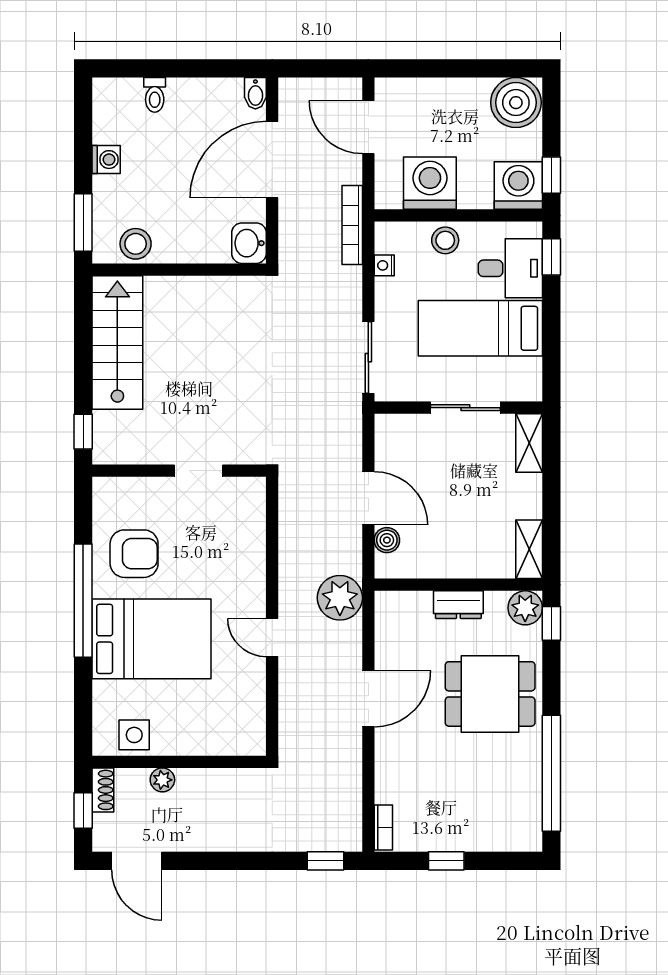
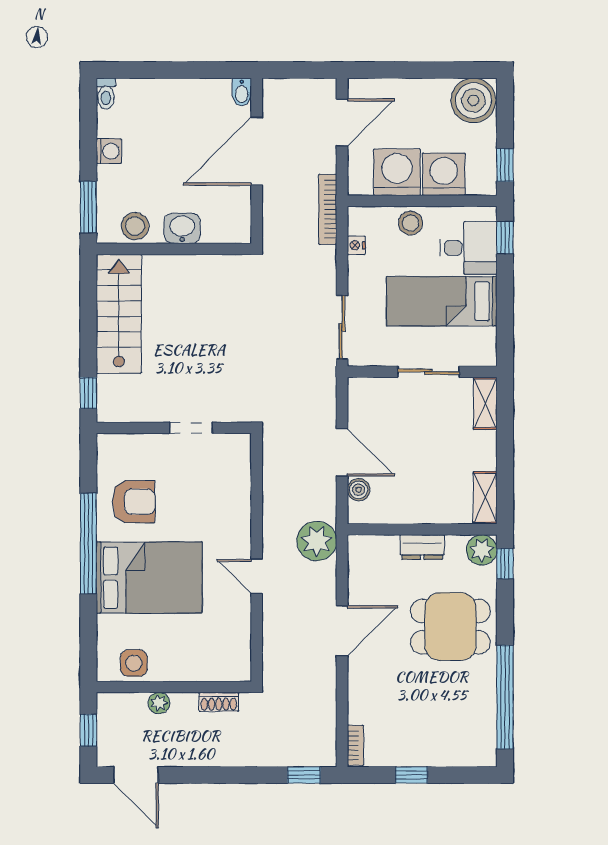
toilet: (155, 95) -> (106, 94), moved
door: (368, 127) -> (342, 122), swing flipped
washing machine: (518, 186) -> (444, 174), moved
washbasin: (249, 243) -> (182, 228), moved, turned 90
shoe rack: (103, 790) -> (219, 702), moved, turned 90

